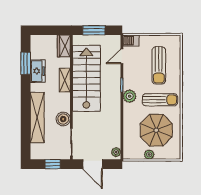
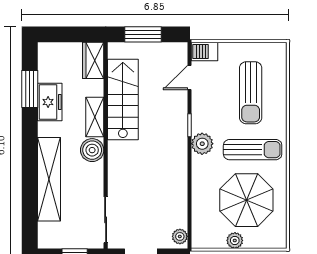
stairs: (86, 78) -> (123, 99), width x0.73, depth x0.66
boiler: (63, 119) -> (92, 150), moved

